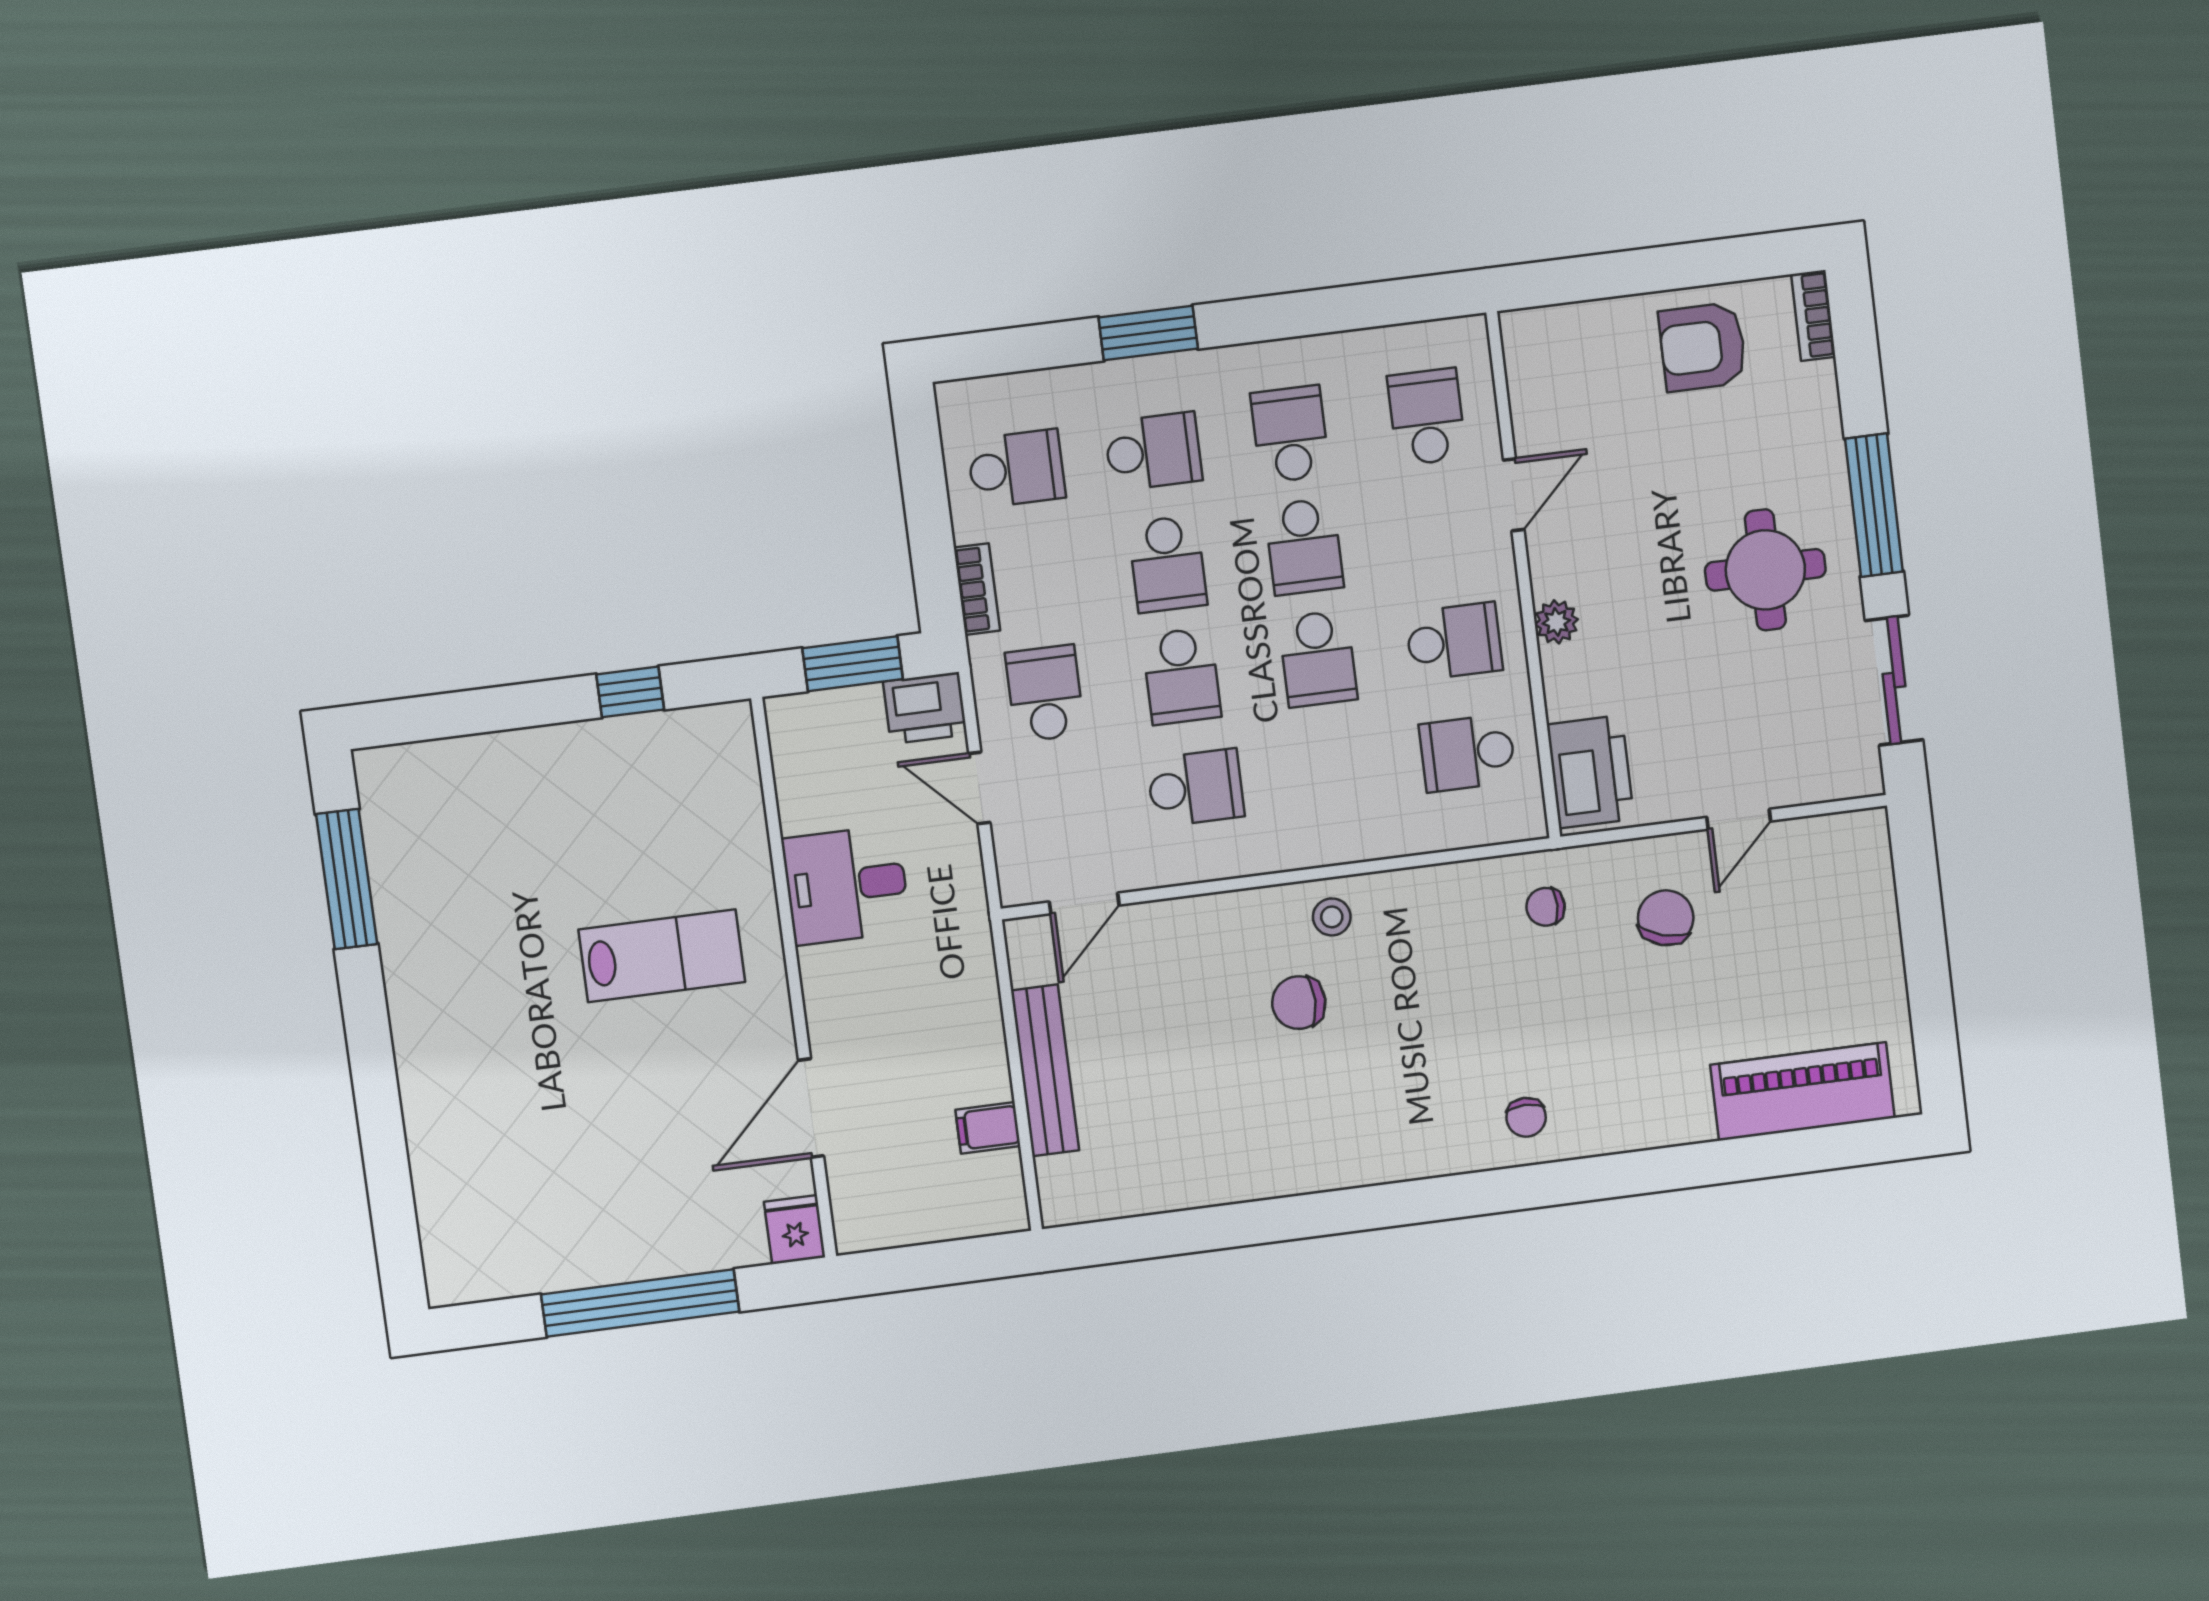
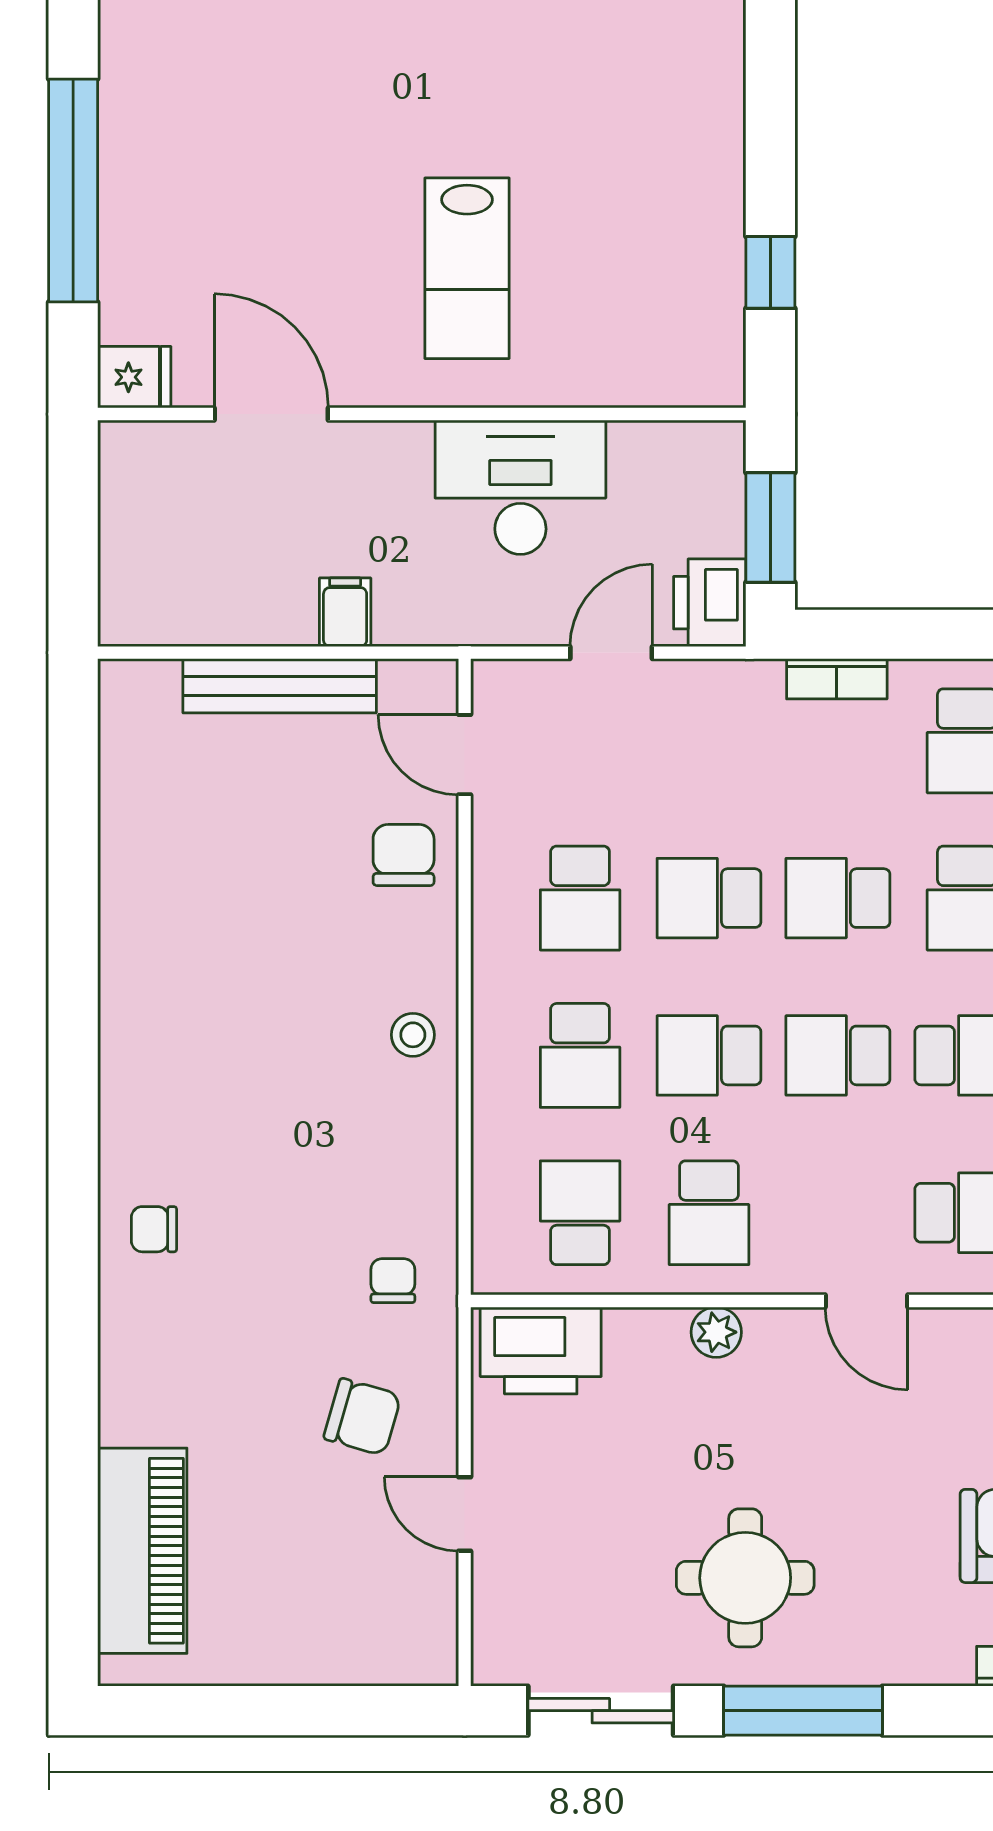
school desk: (1045, 693) -> (580, 1055), moved, turned 90
desk: (846, 885) -> (520, 487), width x1.37
chair: (1299, 1003) -> (404, 855), moved
filing cabinet: (988, 1128) -> (345, 612), moved

